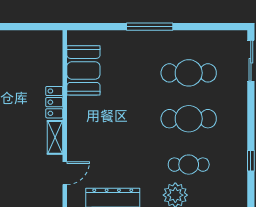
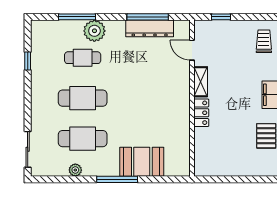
plant: (197, 37) -> (75, 170), added
booth: (83, 70) -> (142, 162), moved, turned 90
door: (65, 173) -> (192, 50), hinge flipped

